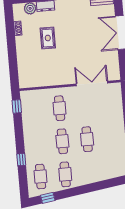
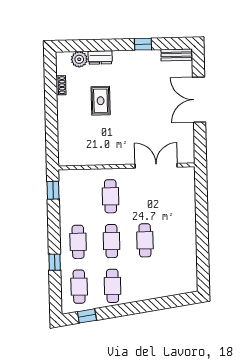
cafe table: (38, 143) -> (78, 242), added

